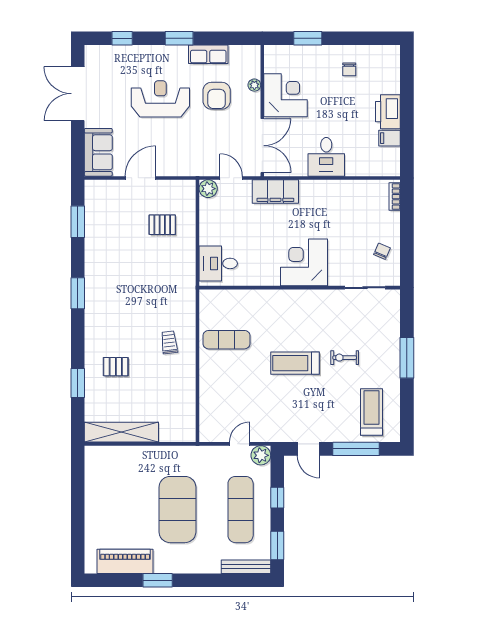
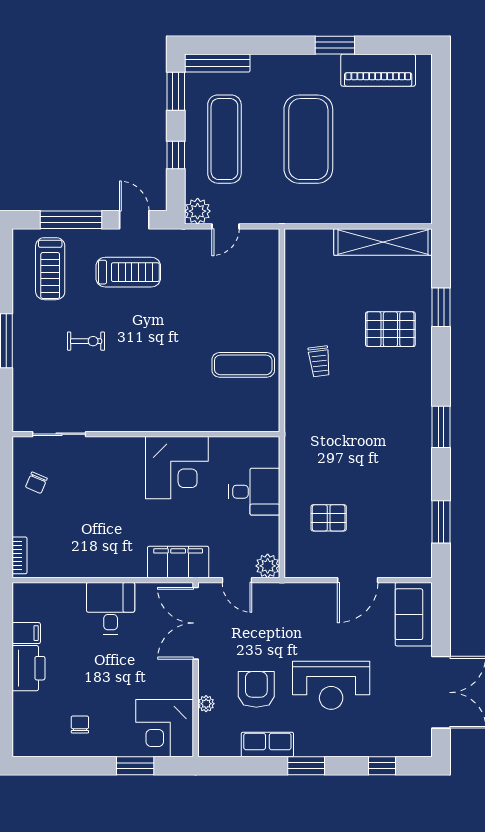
corner desk: (286, 95) -> (165, 728), moved
corner desk: (304, 262) -> (177, 468), moved
desk: (218, 263) -> (254, 492), moved
treadmill: (295, 363) -> (128, 272), moved
pallet: (116, 367) -> (390, 329), width x1.50, depth x1.42

